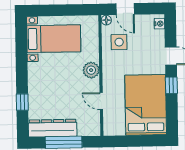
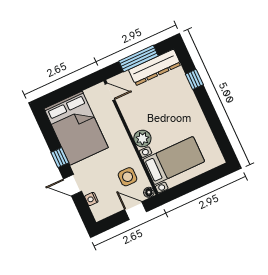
nightstand: (159, 24) -> (91, 199), moved
bed with nightstands: (54, 39) -> (174, 161), moved, turned 180
door: (101, 101) -> (110, 92), moved

